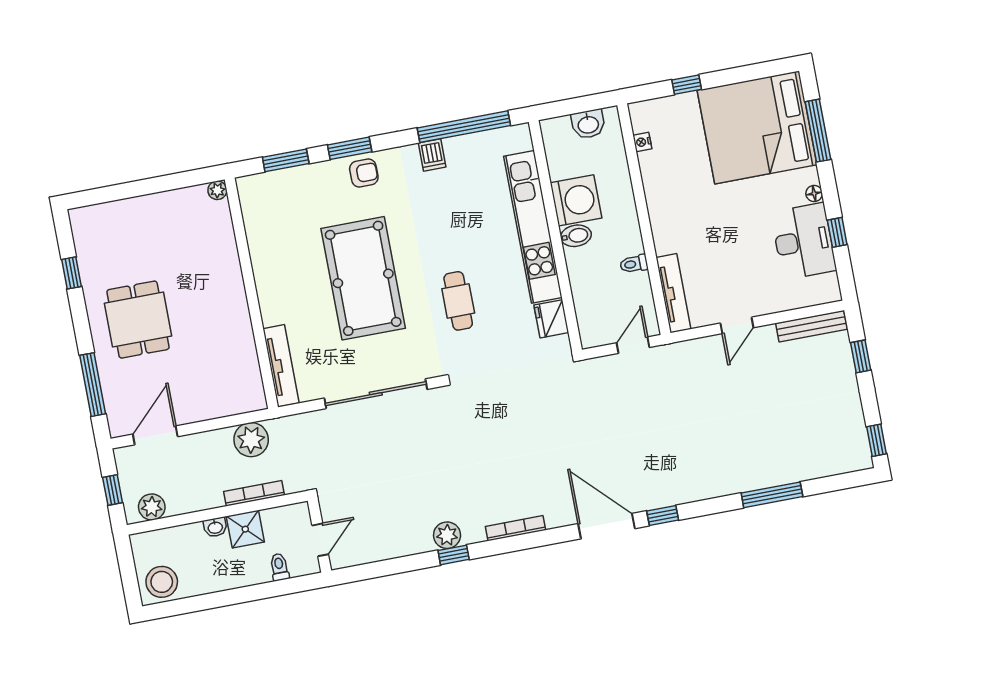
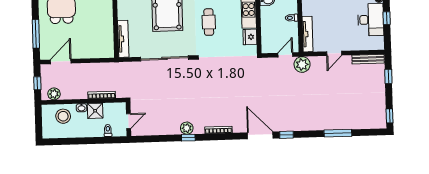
plant: (251, 440) -> (302, 64), moved
stool: (162, 582) -> (63, 116), moved

